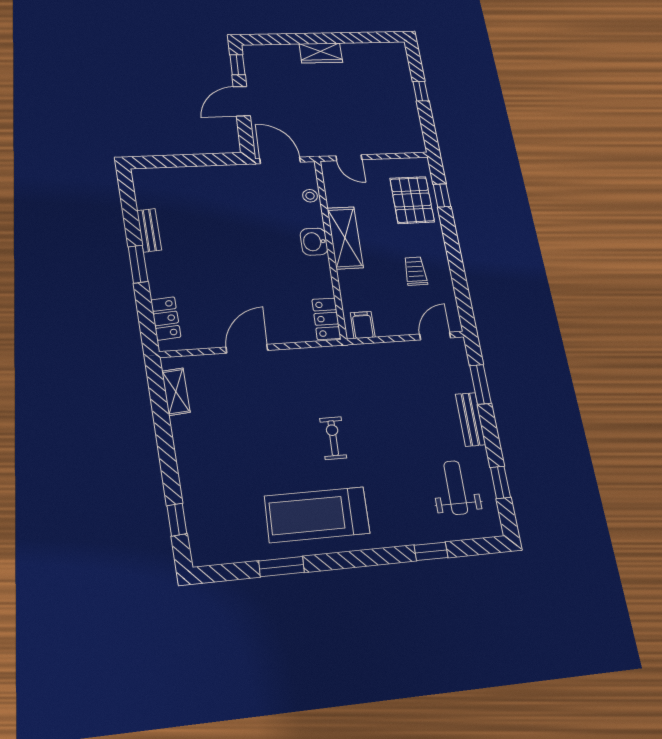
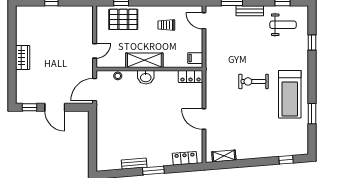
exercise bike: (333, 438) -> (253, 81), width x1.38, depth x1.39
weight bench: (456, 487) -> (283, 25), turned 180

